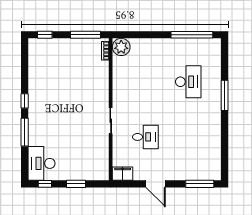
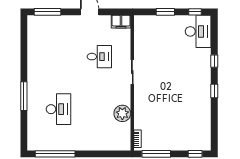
plant: (121, 47) -> (122, 113), moved
desk: (188, 82) -> (59, 109), turned 180
window: (25, 132) -> (214, 61), width x0.46
desk: (145, 137) -> (99, 57), turned 180

